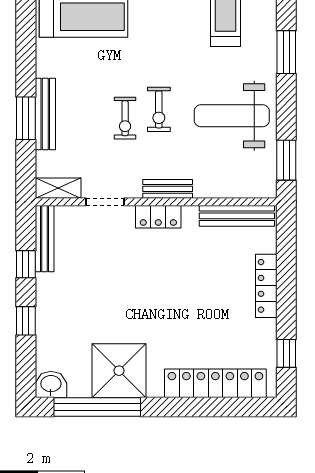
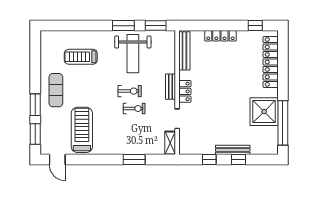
window: (286, 52) -> (123, 26), moved
bench: (45, 114) -> (132, 150), removed
bench: (45, 239) -> (233, 150), moved
washbasin: (51, 384) -> (271, 147), removed

